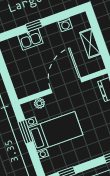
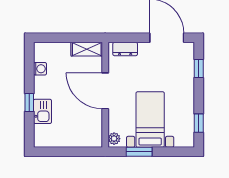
shelving: (90, 43) -> (87, 49), moved
plant: (39, 103) -> (114, 139), moved

